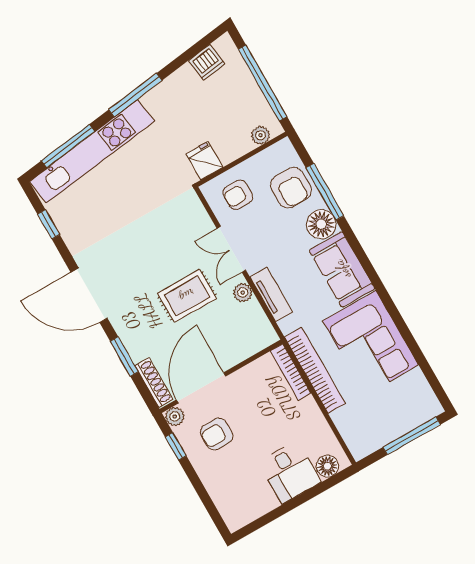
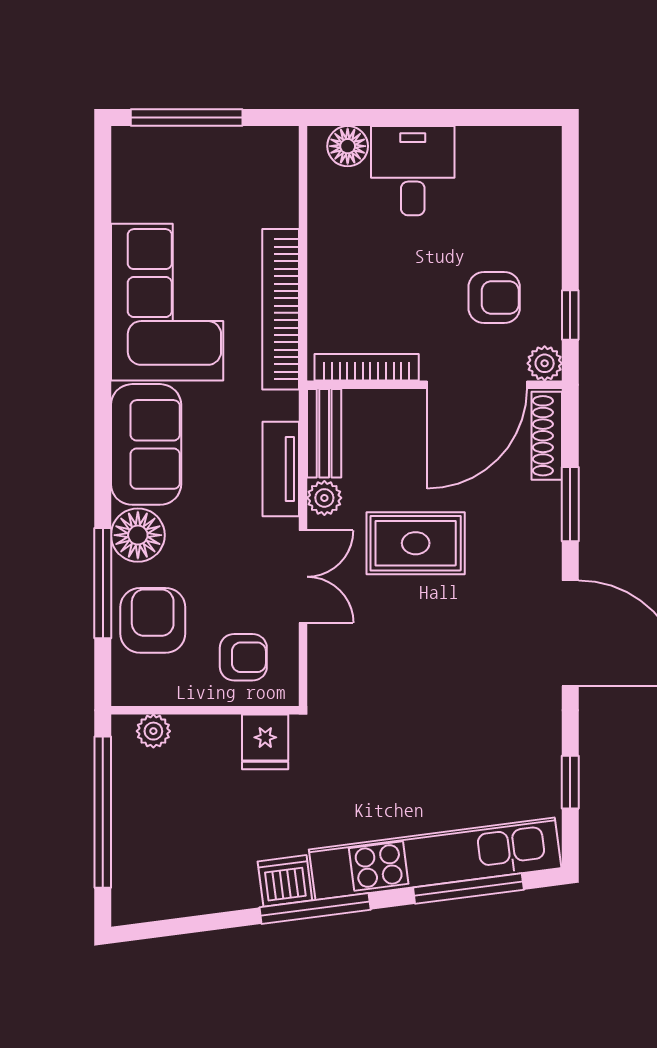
dishwasher: (207, 62) -> (285, 881), moved
bench: (260, 323) -> (324, 433), added
bookcase: (291, 372) -> (367, 367), moved, turned -90

